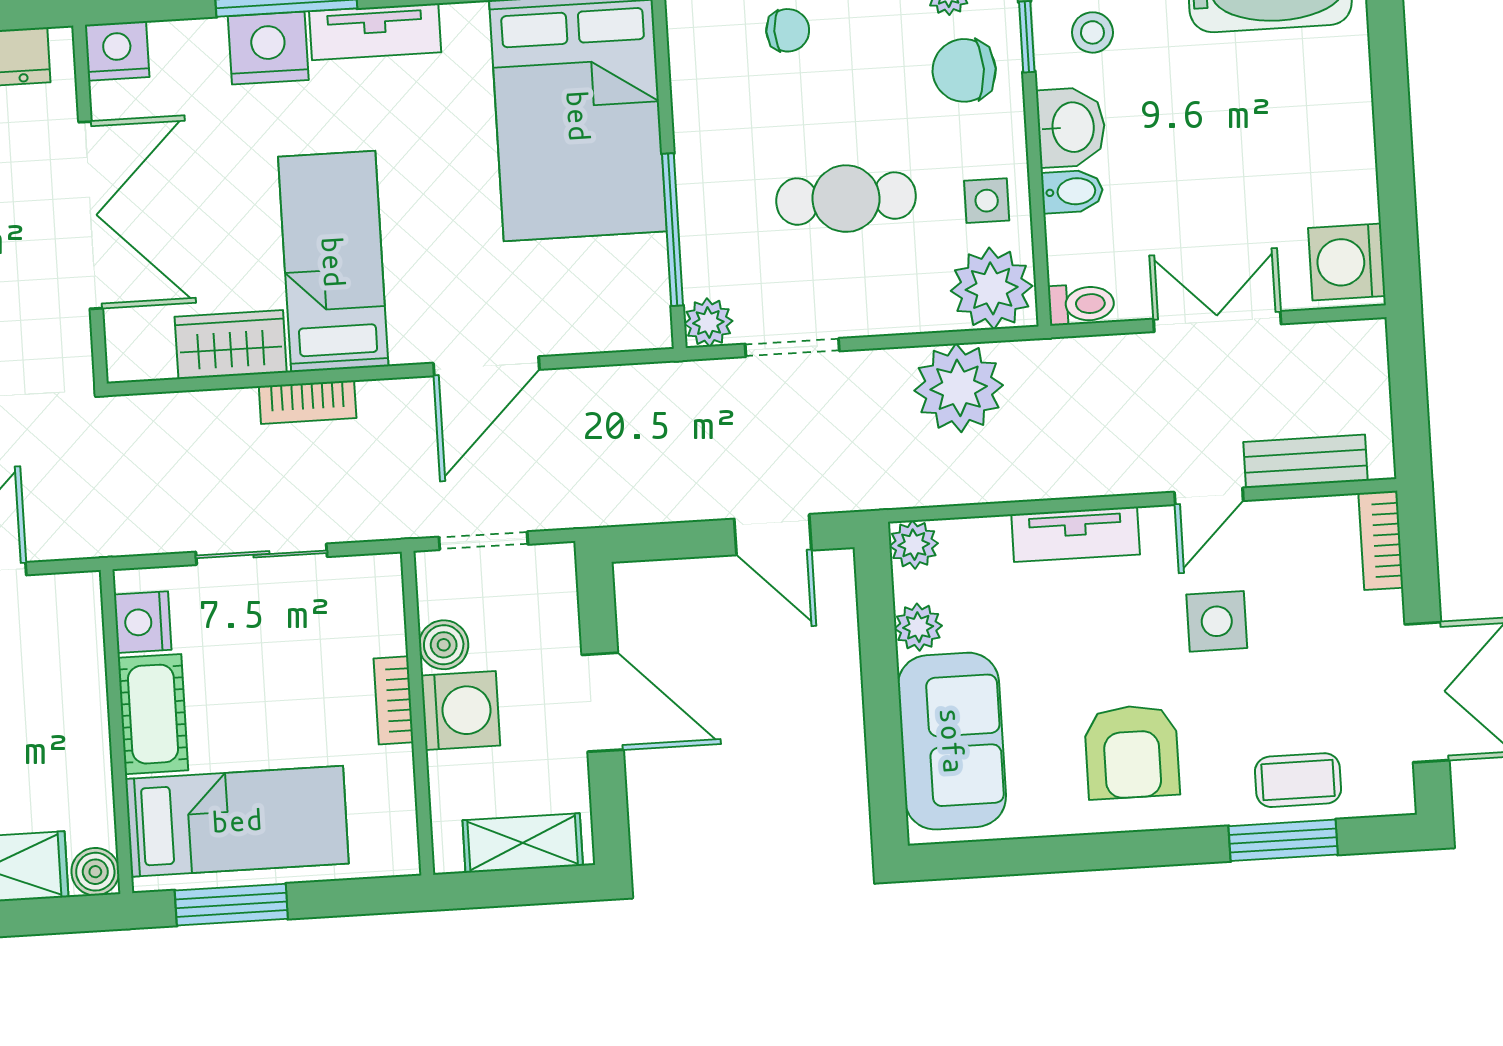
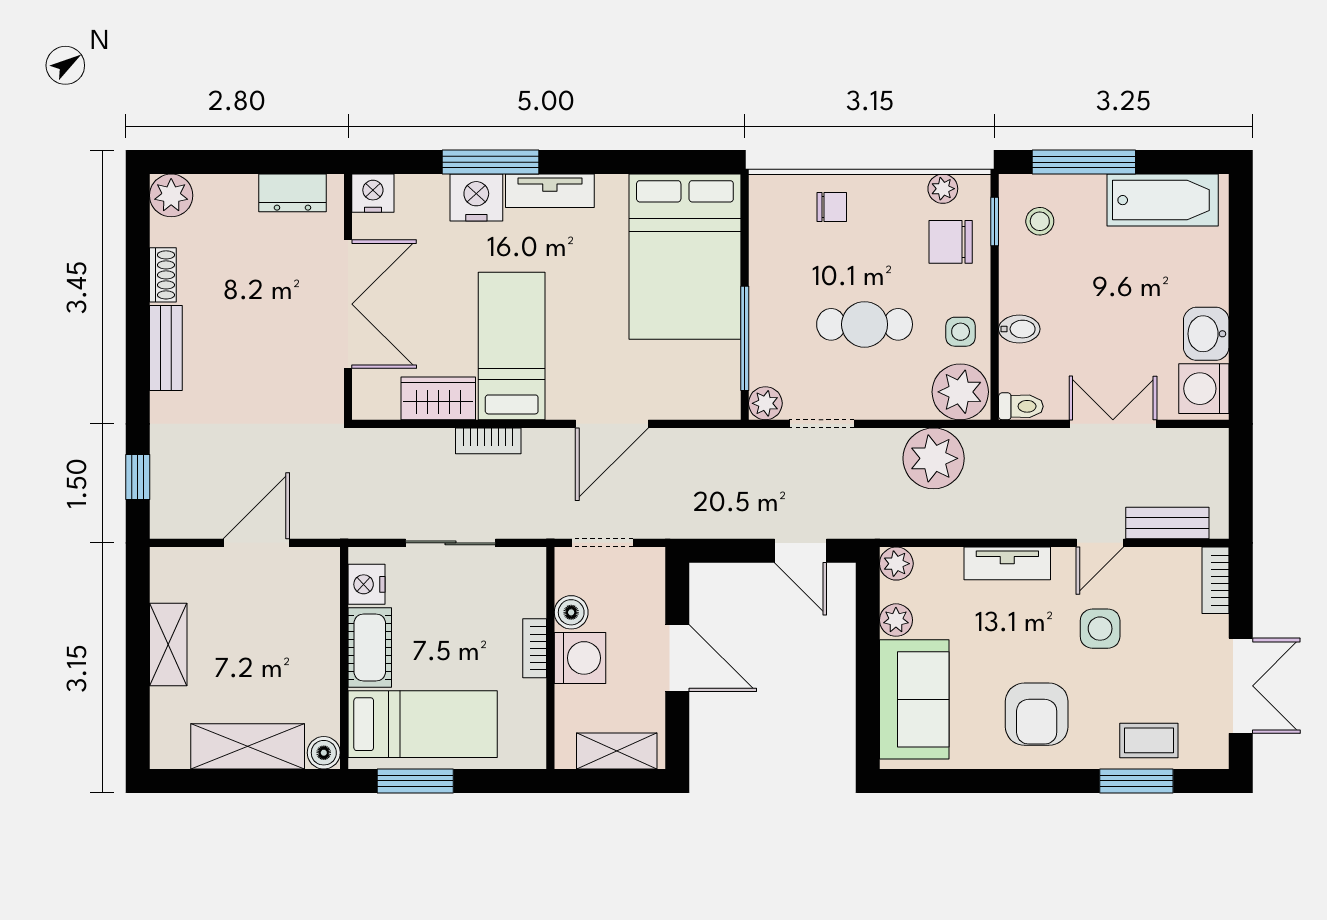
washbasin: (1071, 127) -> (1206, 334), moved, turned 180

